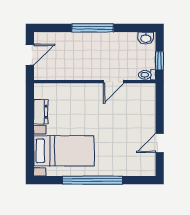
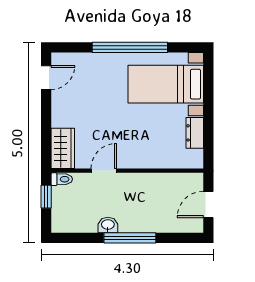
washbasin: (146, 38) -> (108, 225), moved
wardrobe: (146, 99) -> (63, 148), added
door: (160, 143) -> (46, 77), moved

